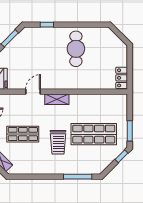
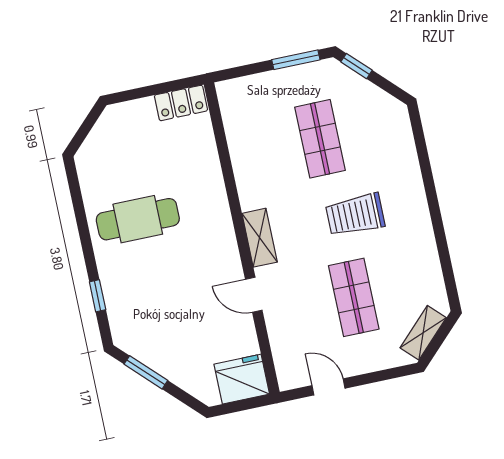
shop shelf: (94, 134) -> (320, 139), width x0.70, depth x0.74
trolley: (58, 142) -> (355, 215), turned 180
window: (78, 177) -> (423, 154), removed

